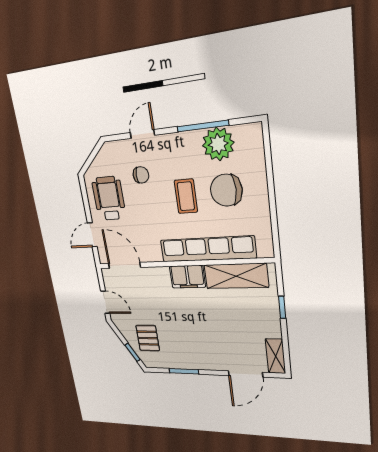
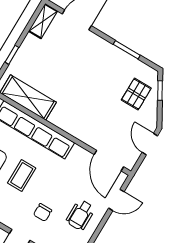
chair: (141, 175) -> (43, 212), turned -90
wheelchair: (109, 198) -> (80, 215), width x0.73, depth x0.73
filing cabinet: (187, 277) -> (65, 120), removed

